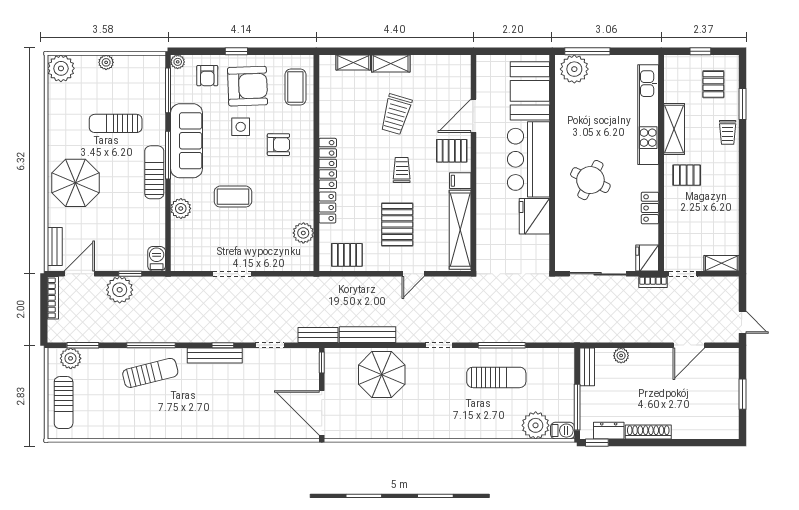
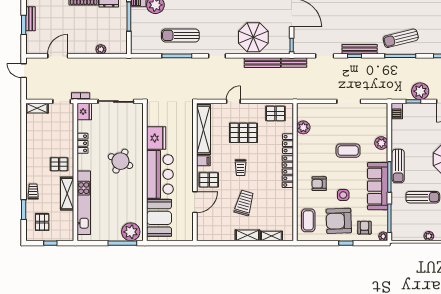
pallet: (397, 225) -> (243, 133), turned 90
bench: (587, 367) -> (31, 19), moved

